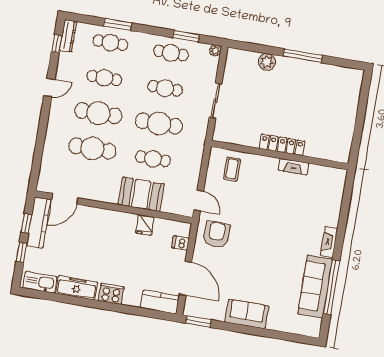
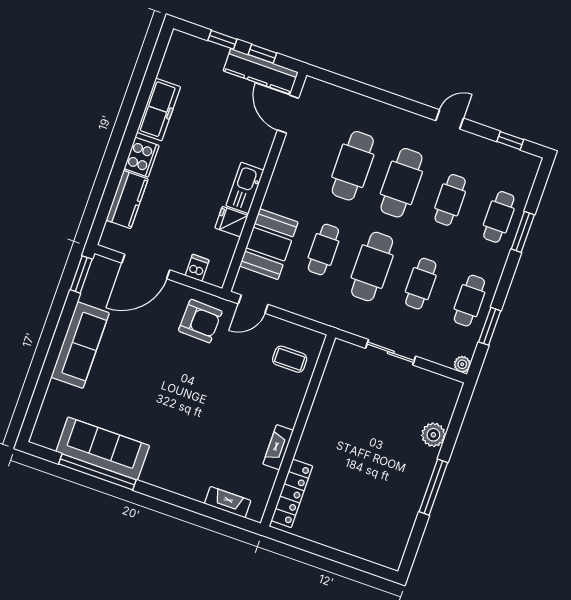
dresser: (68, 36) -> (519, 159), removed
door: (49, 88) -> (450, 119), swing flipped
locker: (282, 145) -> (292, 493), moved
booth: (141, 194) -> (269, 244), moved
fireplace: (329, 242) -> (228, 502), moved
kitchen sink: (40, 282) -> (245, 188), moved, turned 180
kitchen counter: (160, 302) -> (127, 199), moved
sofa: (247, 314) -> (80, 345), width x1.36

